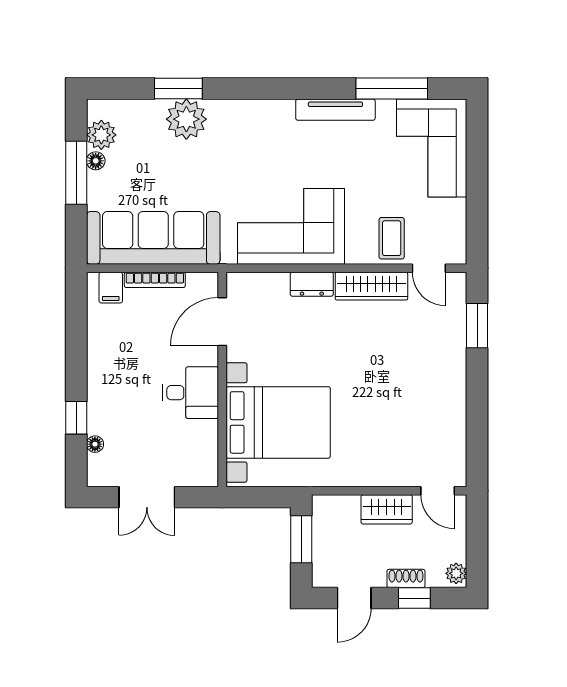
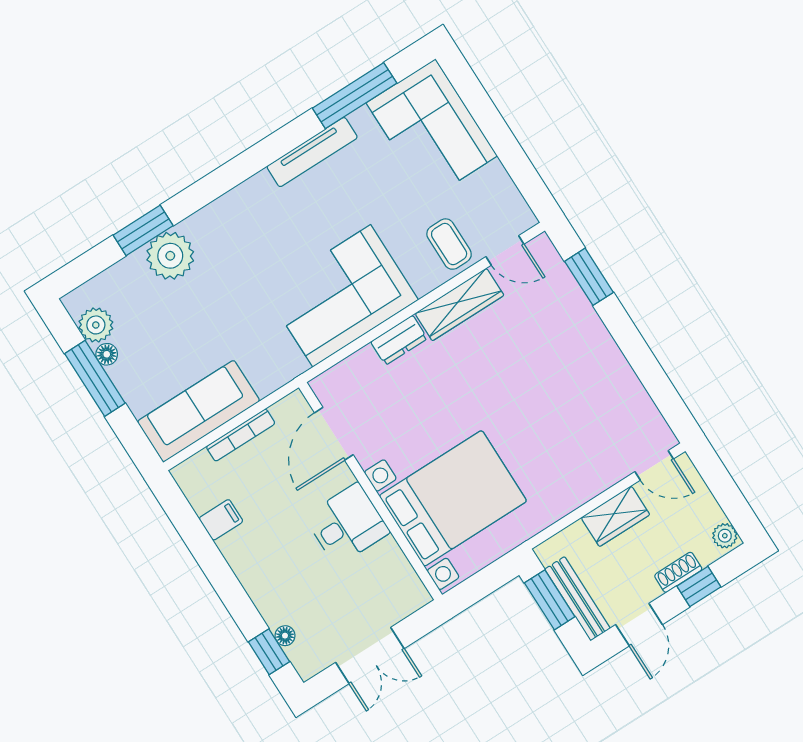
sofa: (153, 238) -> (199, 411), width x0.74, depth x0.79
filing cabinet: (111, 288) -> (221, 520), moved, turned -90
window: (76, 418) -> (269, 652), moved
bench: (322, 551) -> (577, 599), added

